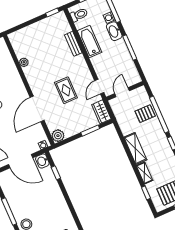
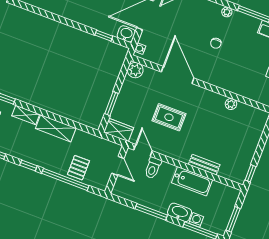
toilet: (79, 15) -> (153, 168), moved

